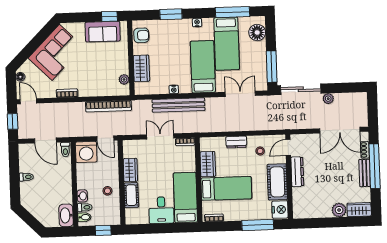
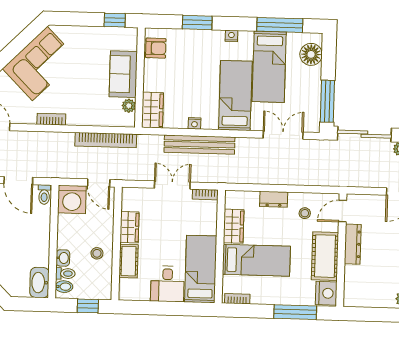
sofa: (103, 32) -> (123, 74), moved, turned 90
wardrobe: (141, 68) -> (153, 110), moved

